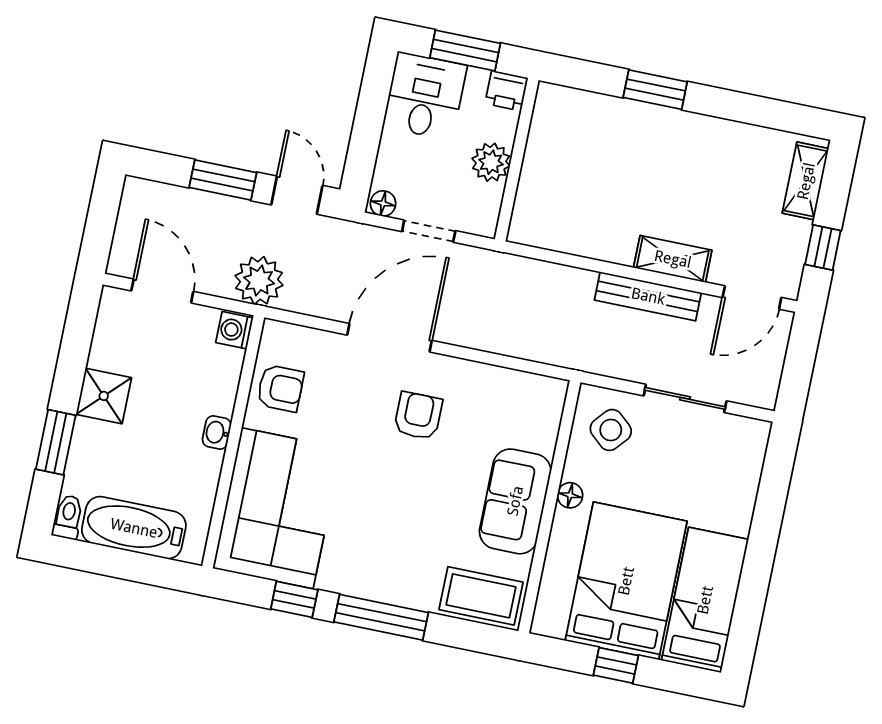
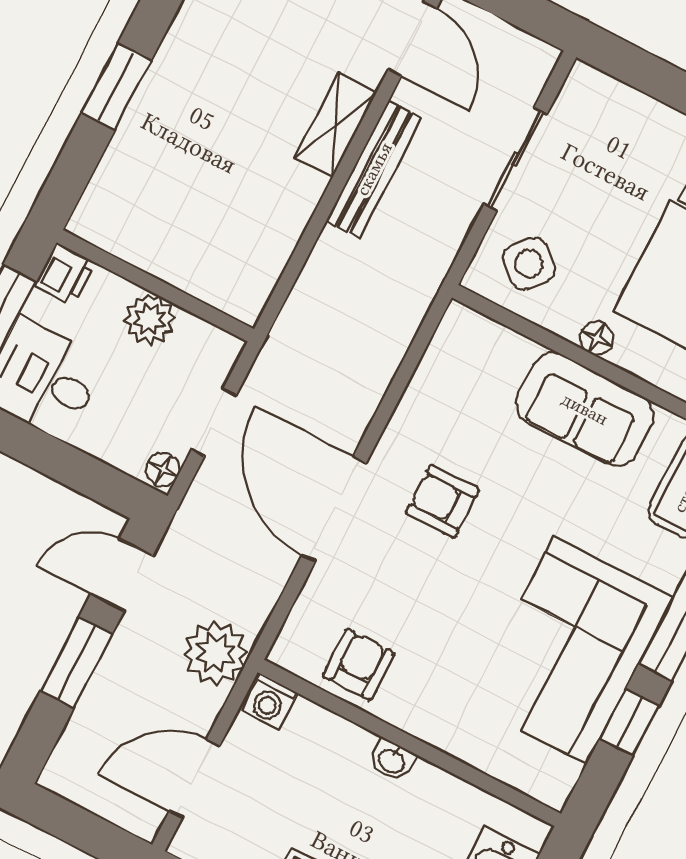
corner sofa: (277, 508) -> (571, 650), moved, turned -90

